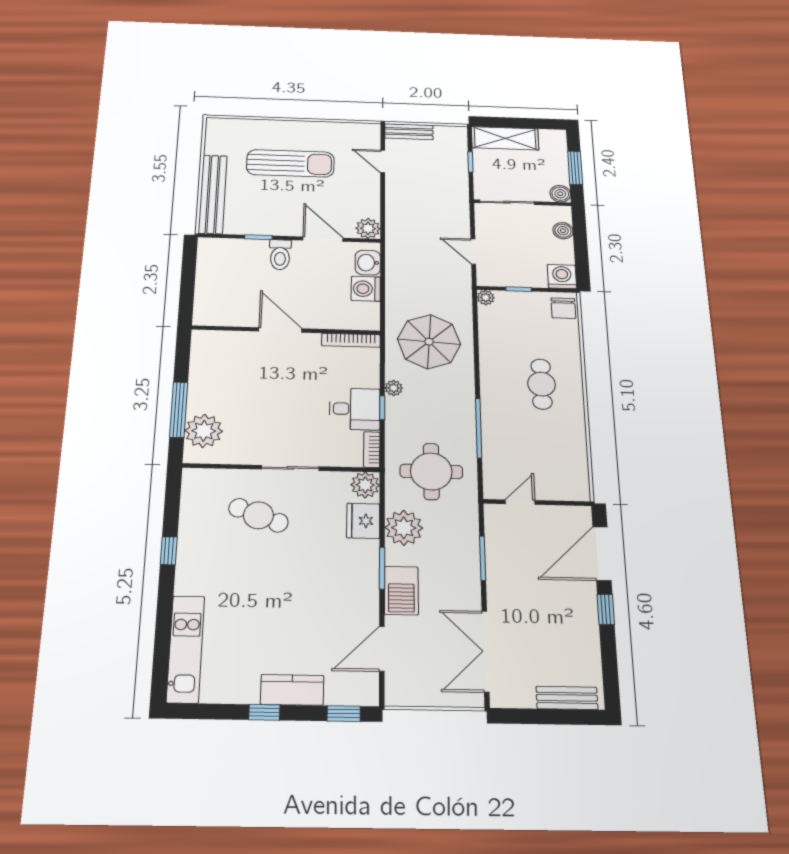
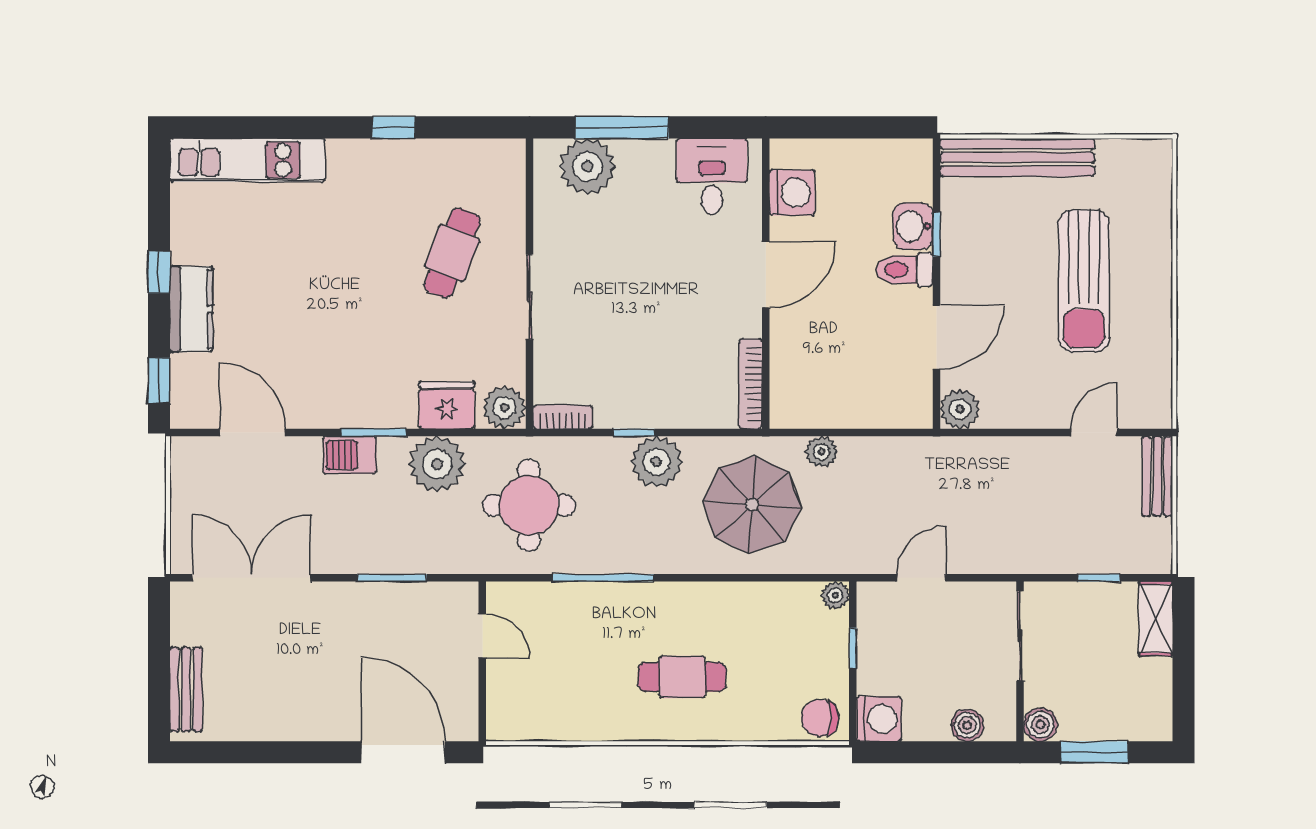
shelving: (505, 138) -> (1156, 619), width x0.67, depth x0.75
washbasin: (368, 263) -> (913, 226), moved, turned -90
washing machine: (366, 289) -> (792, 193), moved, turned 90
plant: (395, 302) -> (822, 452), added
plant: (394, 388) -> (656, 462), width x1.88, depth x1.88
desk: (355, 409) -> (712, 176), moved, turned 180
barbecue: (401, 591) -> (350, 455), width x0.73, depth x0.79
window: (606, 609) -> (317, 752), removed

